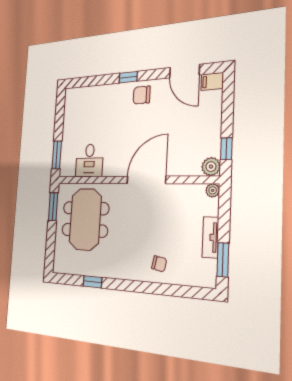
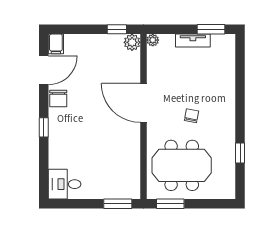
chair: (142, 95) -> (58, 98), moved
desk: (89, 161) -> (65, 184), moved, turned 180
chair: (159, 264) -> (191, 116), moved

